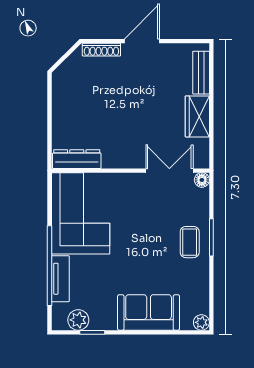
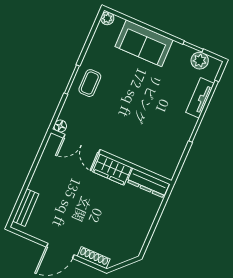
wardrobe: (197, 116) -> (112, 170), moved, turned 90
corner sofa: (81, 213) -> (163, 141), removed

